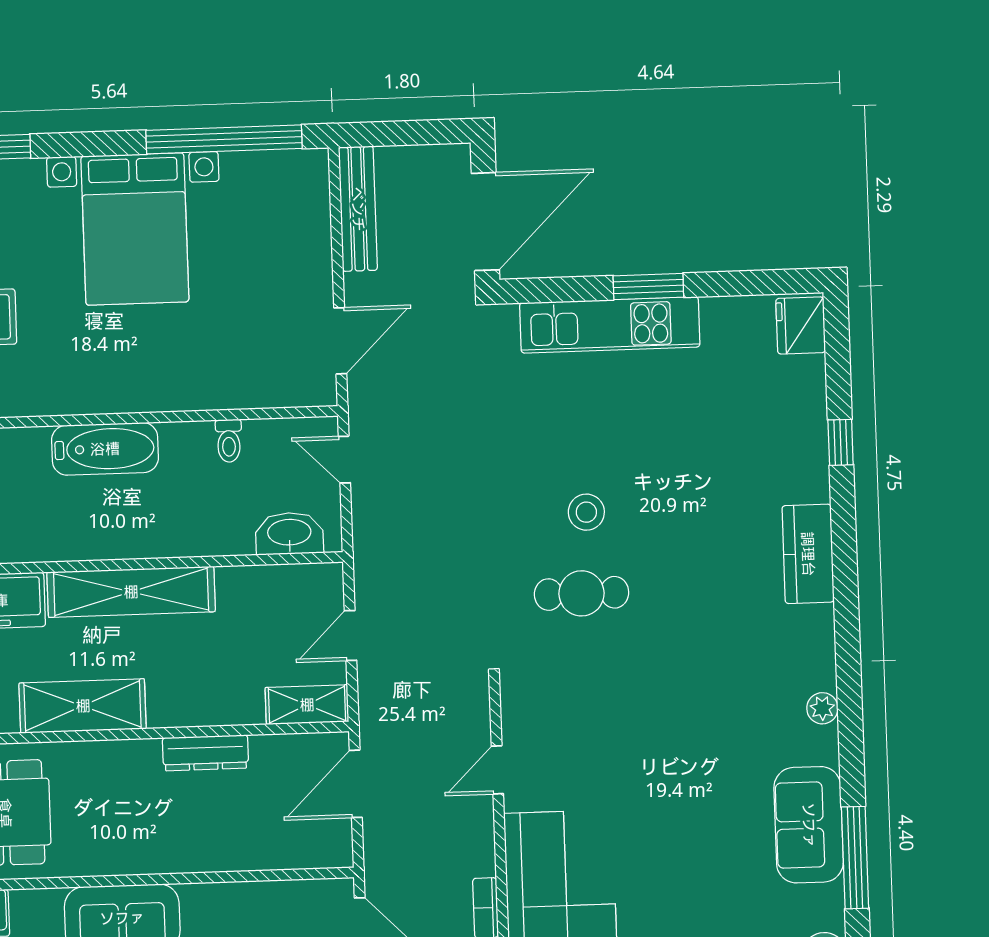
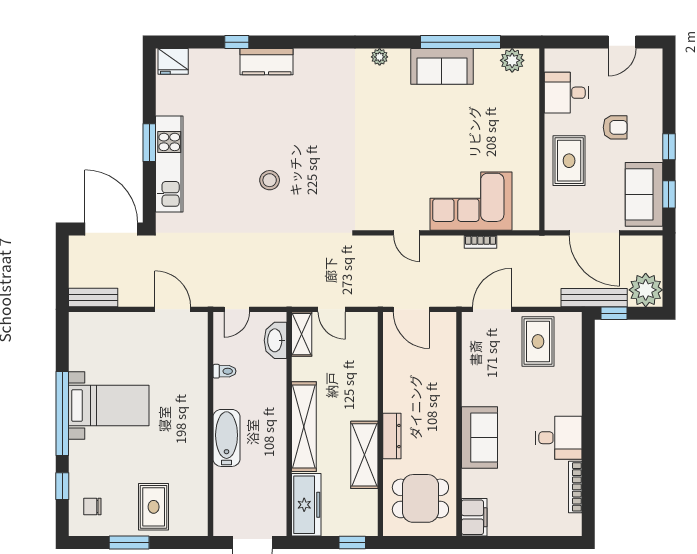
window: (224, 139) -> (62, 414), moved
bench: (358, 209) -> (93, 297), width x0.73
bed with nightstands: (135, 229) -> (109, 406), width x0.73
kitchen counter: (808, 554) -> (267, 62), moved
cafe table: (582, 593) -> (313, 184), removed
shelving: (307, 705) -> (302, 334), moved
dresser: (205, 753) -> (392, 436), moved
window: (855, 858) -> (460, 42), width x1.46

